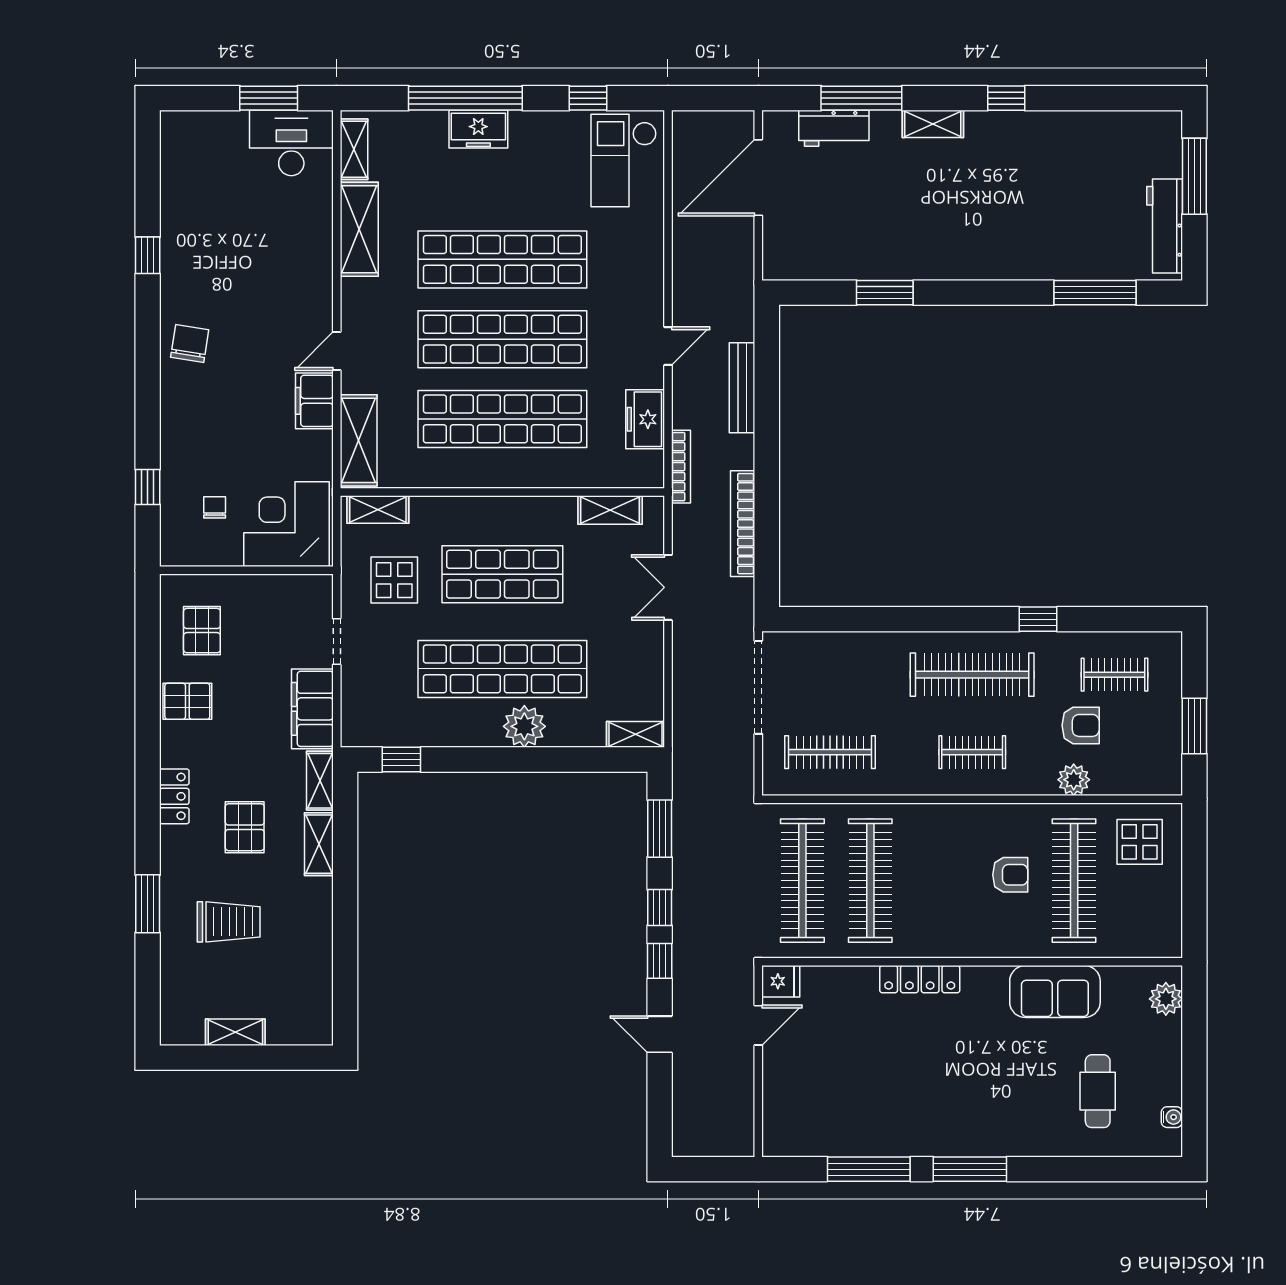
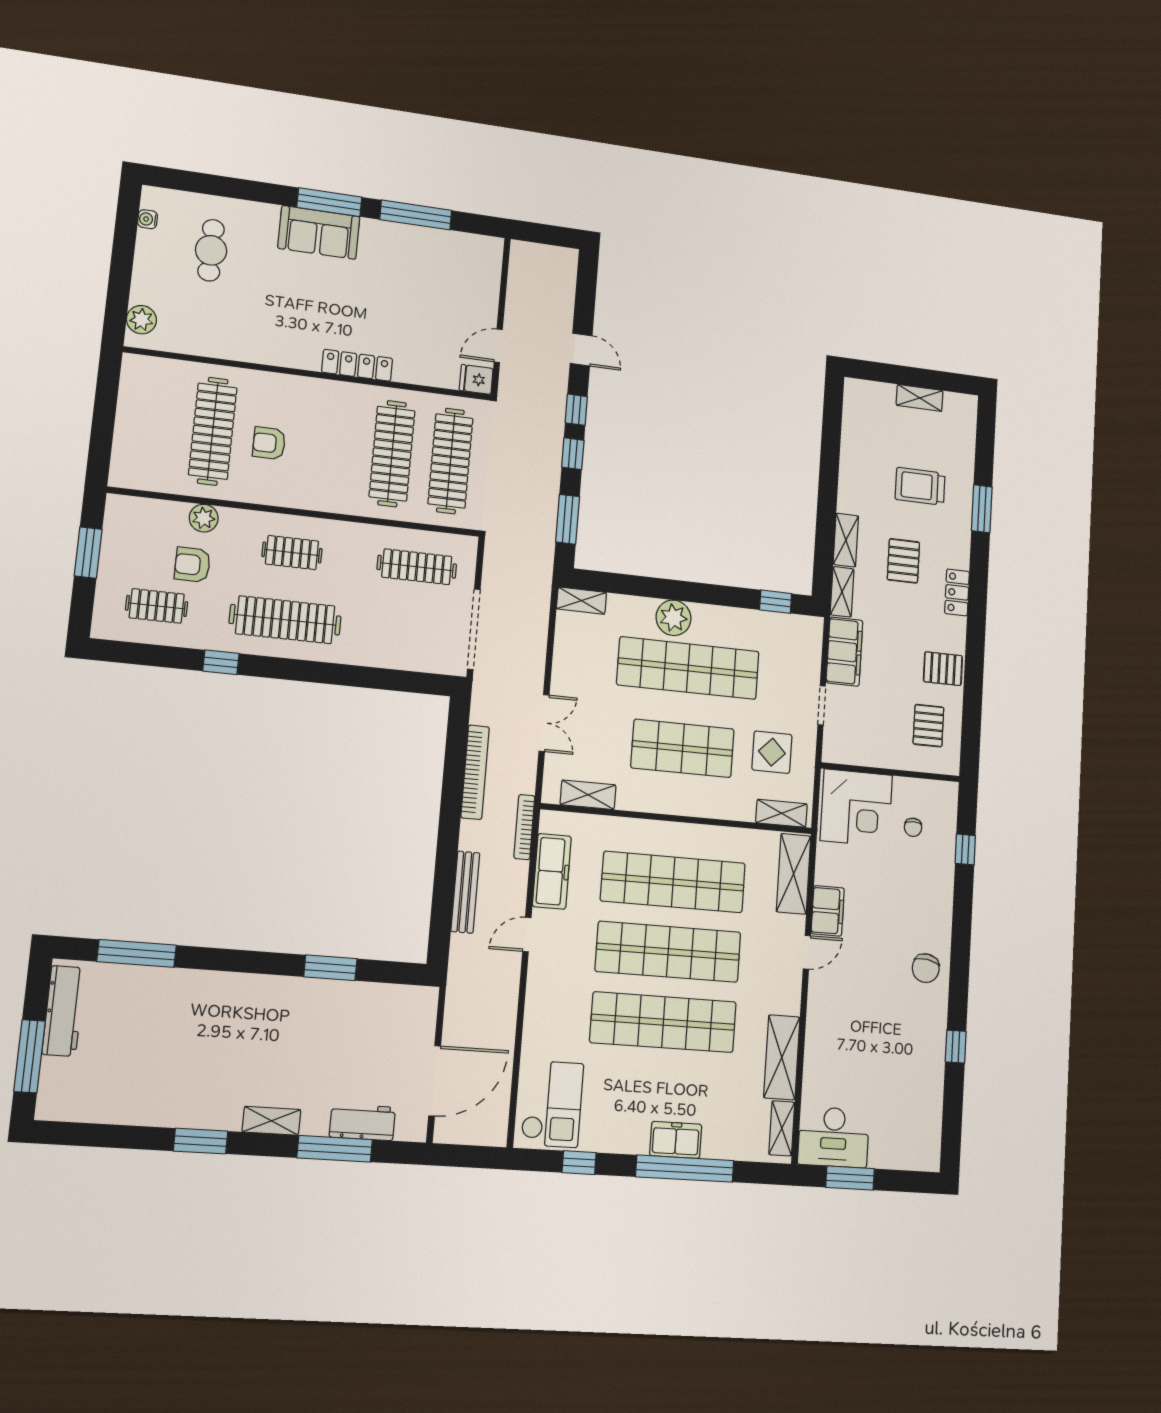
window: (1006, 98) -> (201, 1141), width x1.50
freezer: (645, 419) -> (552, 871), width x1.40
display table: (1140, 842) -> (150, 457), removed
sofa: (1055, 992) -> (319, 232), moved, turned 180

